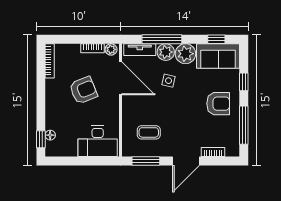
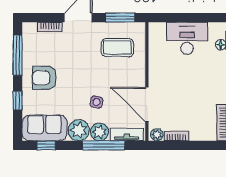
armchair: (83, 90) -> (186, 92), removed
coffee table: (149, 132) -> (117, 48), width x1.36, depth x1.30
desk: (98, 141) -> (187, 38), moved

